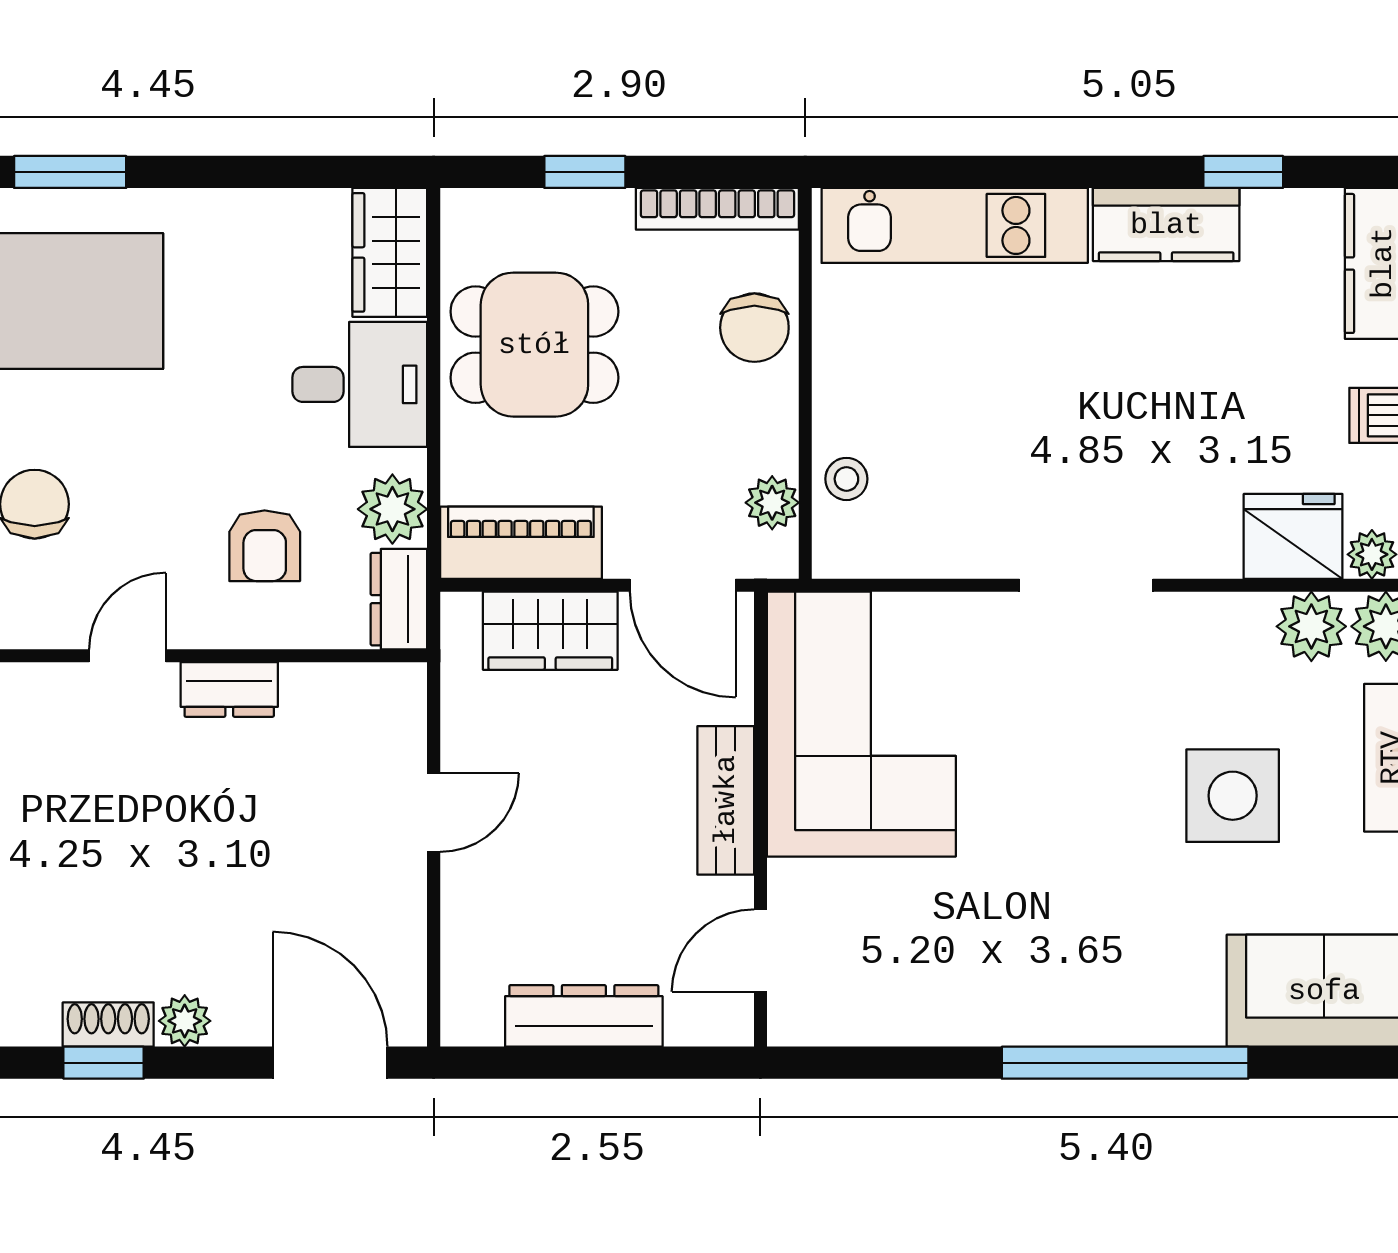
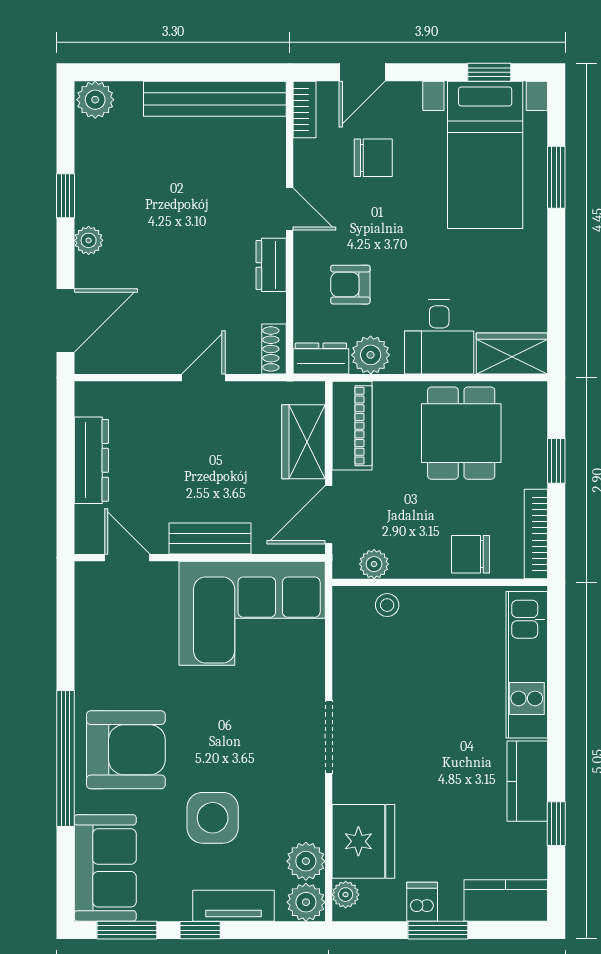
fridge: (1293, 536) -> (363, 841), width x1.36, depth x1.34
door: (434, 813) -> (203, 378), swing flipped
armchair: (1109, 953) -> (126, 750), added
shoe rack: (108, 1025) -> (274, 349), moved, turned 180

